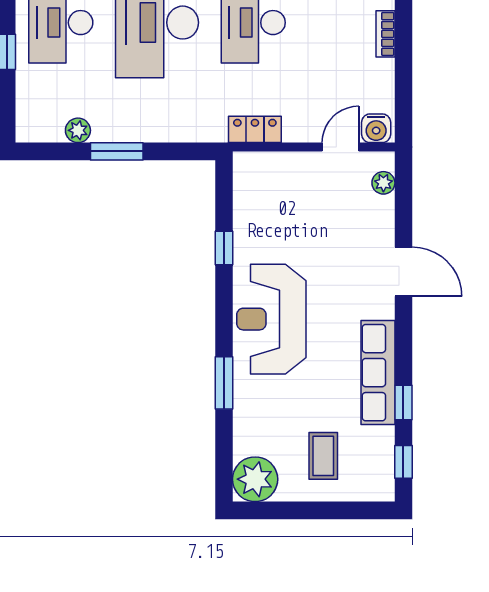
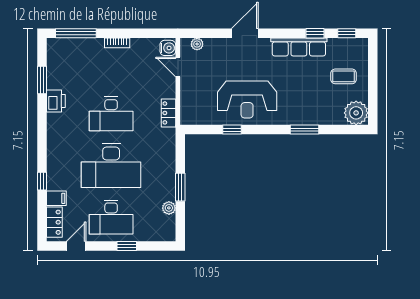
reception desk: (271, 319) -> (247, 100), moved

